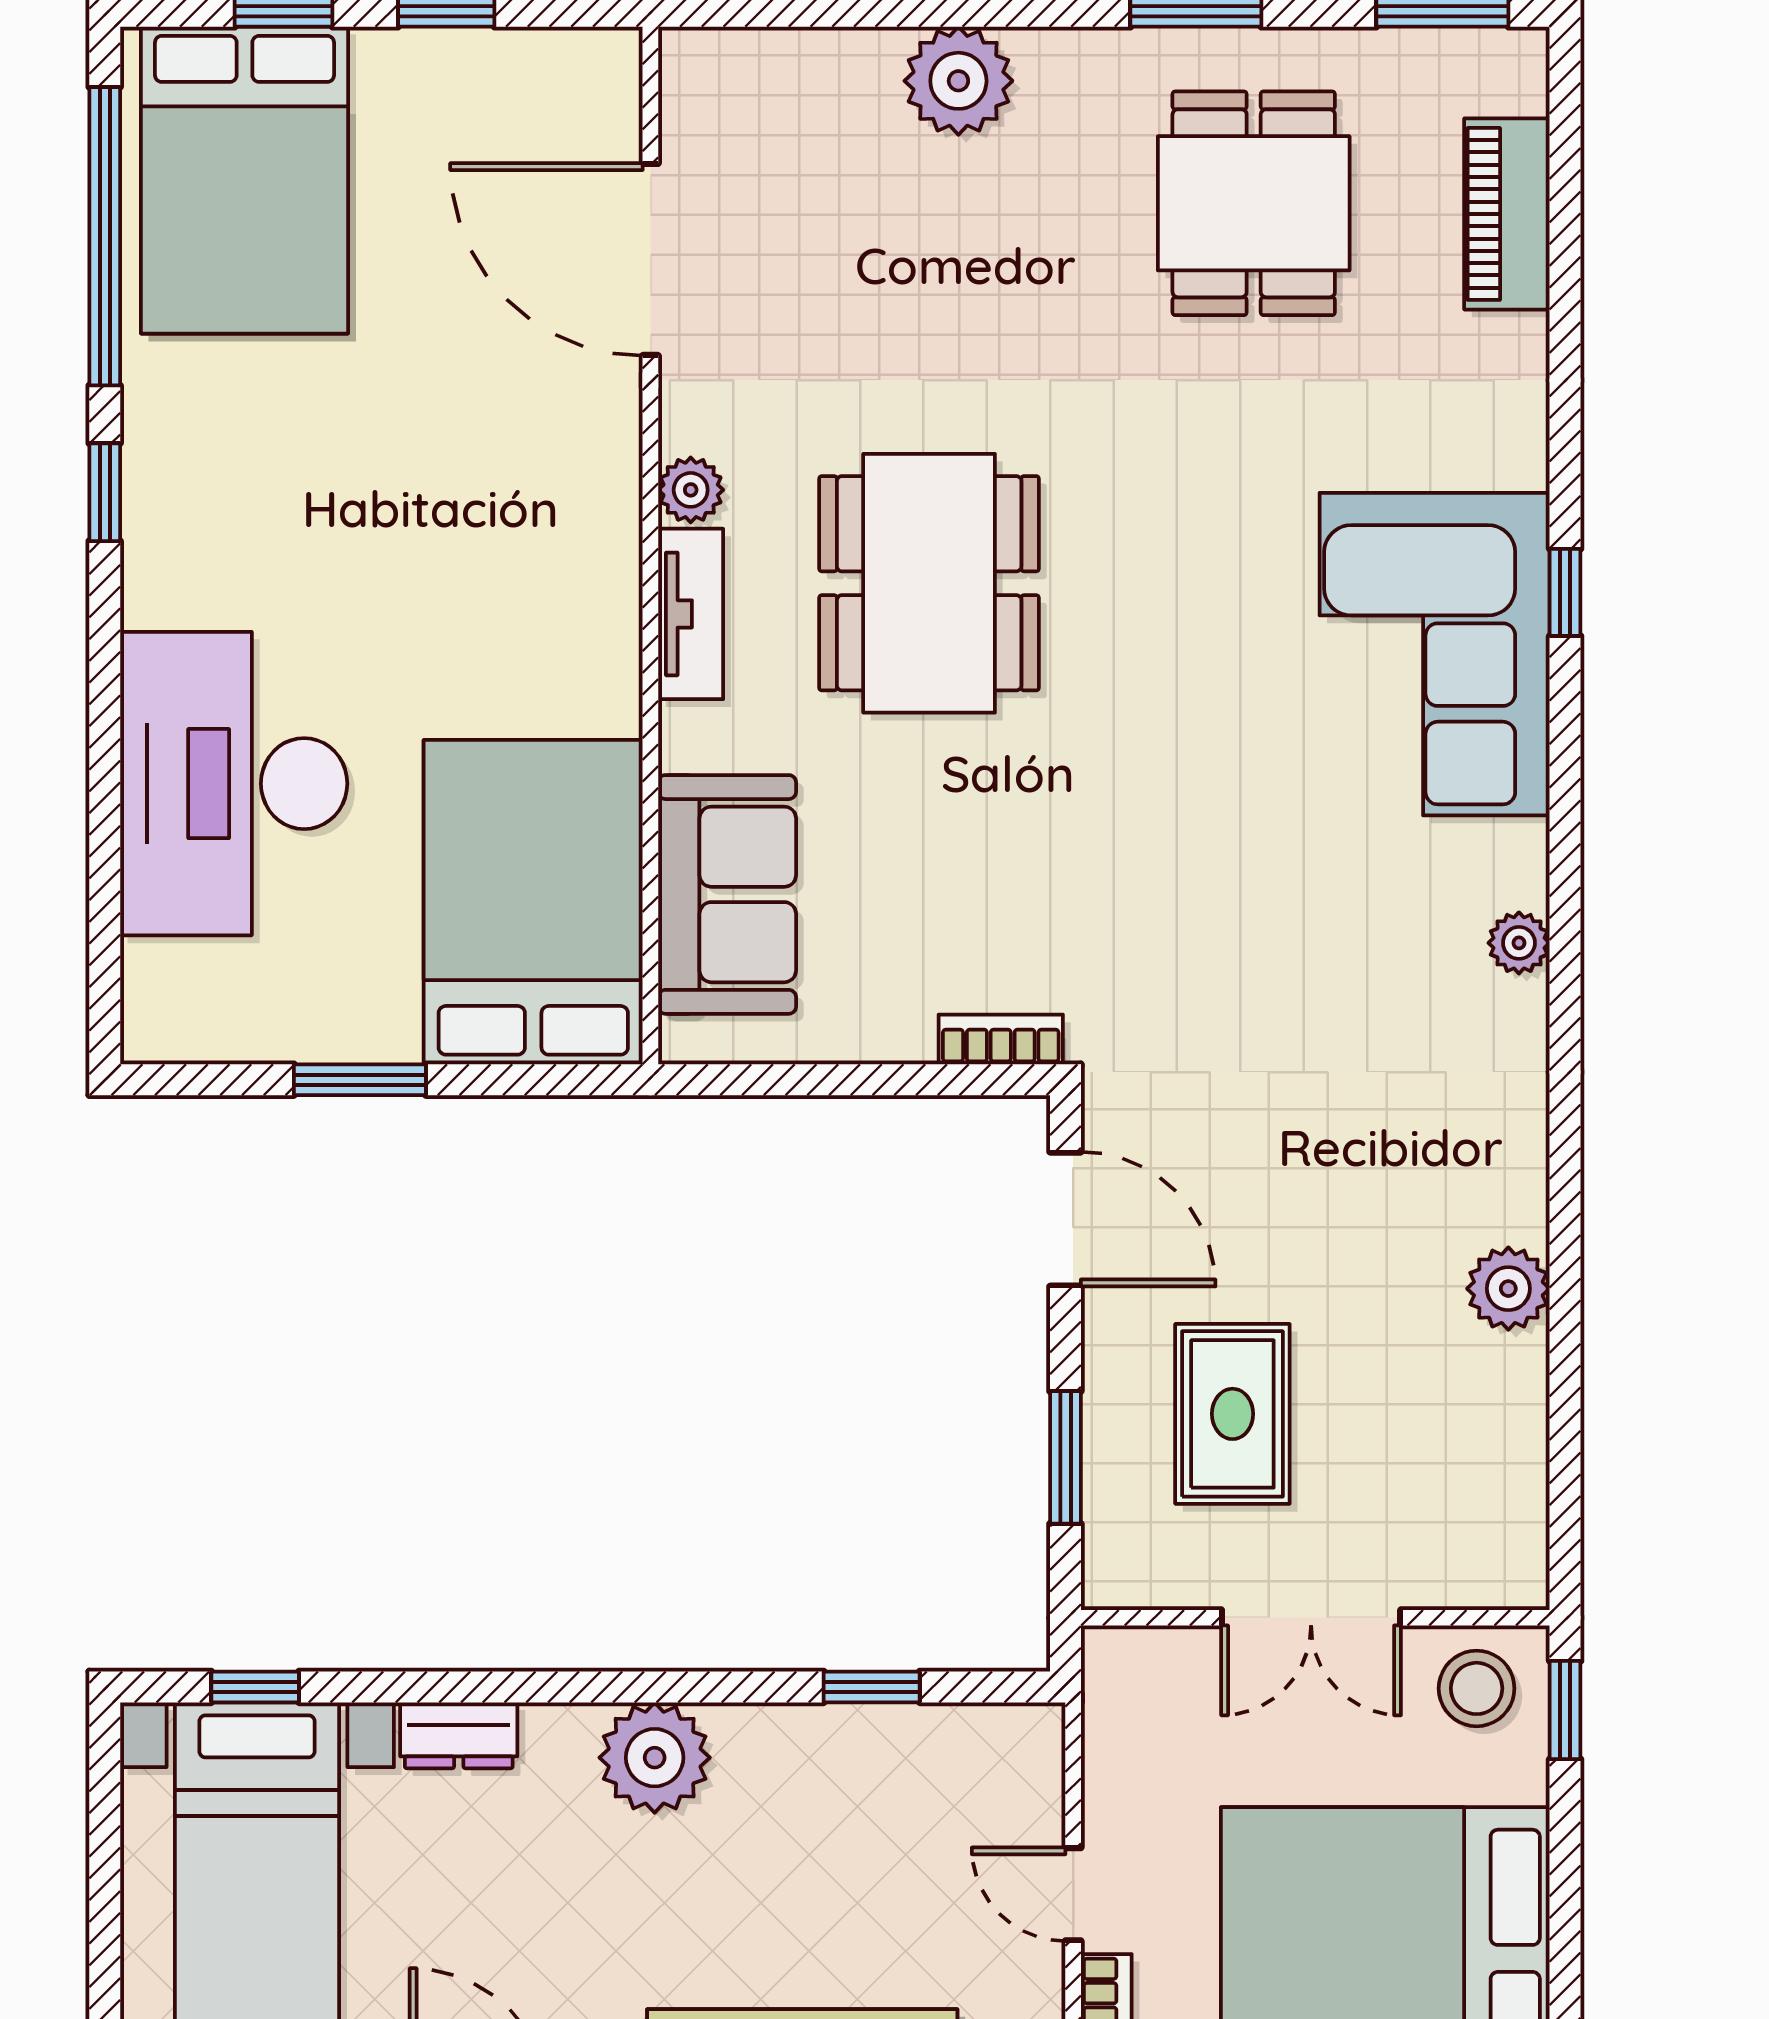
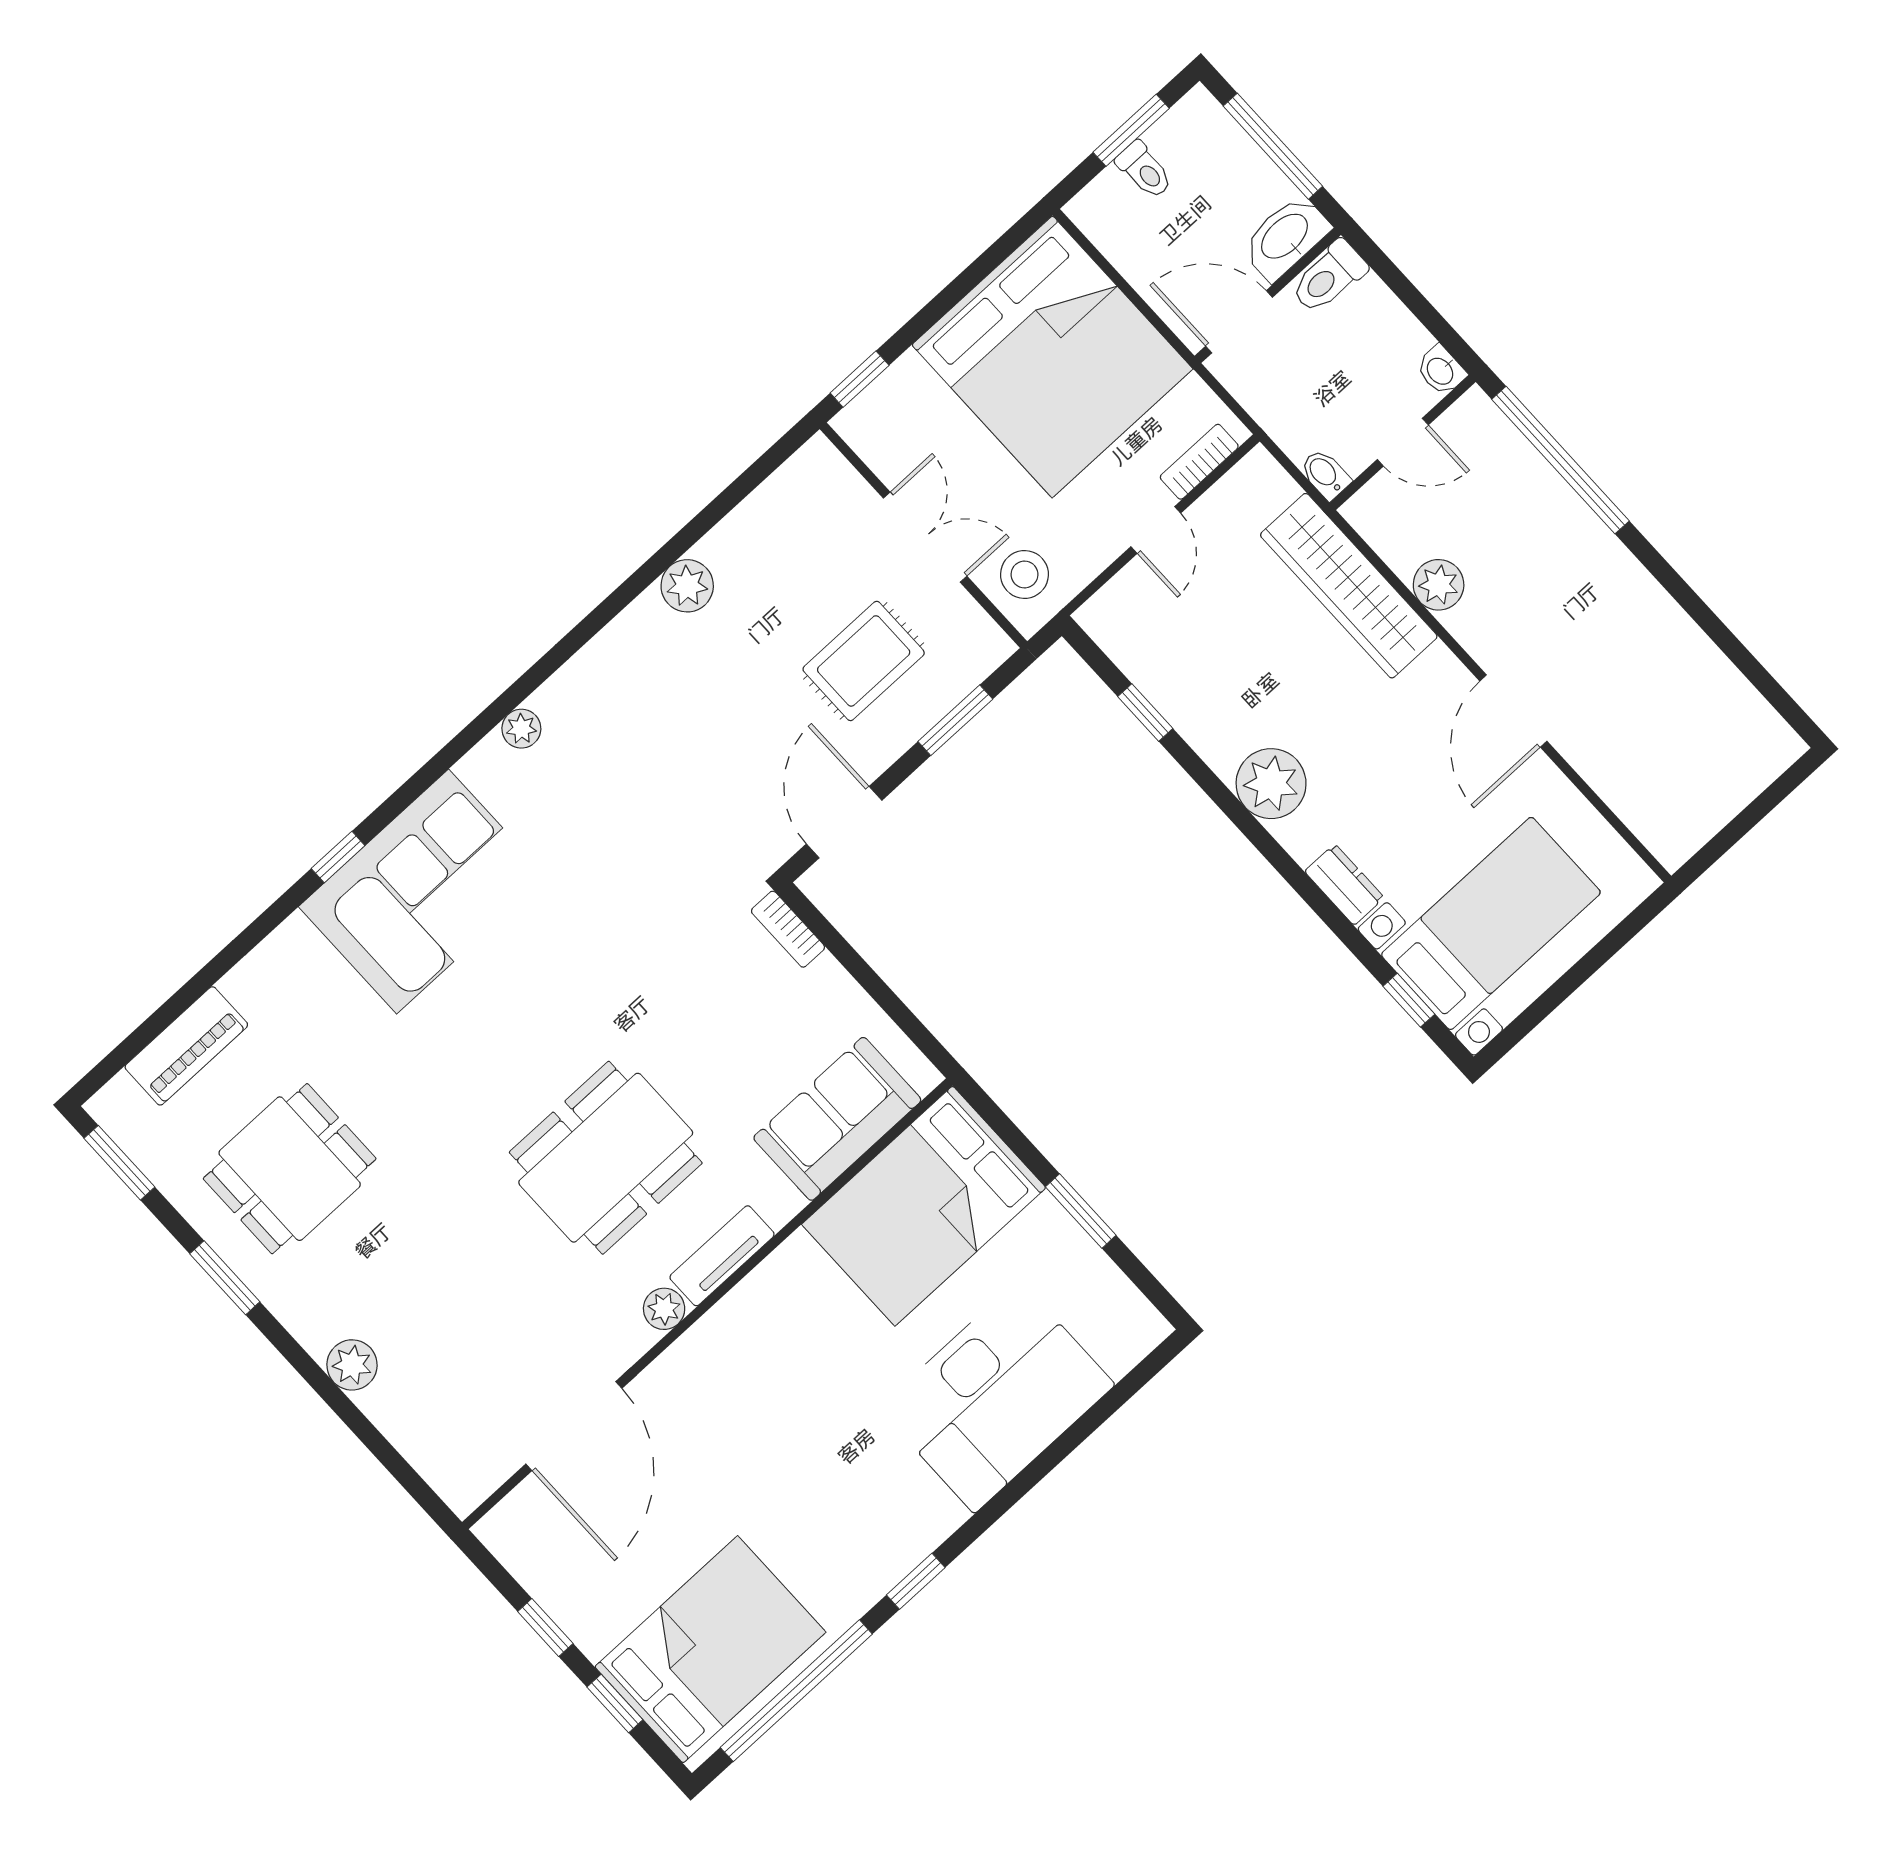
plant: (958, 81) -> (352, 1365), width x0.73, depth x0.73
stool: (1477, 1688) -> (1024, 574), moved

